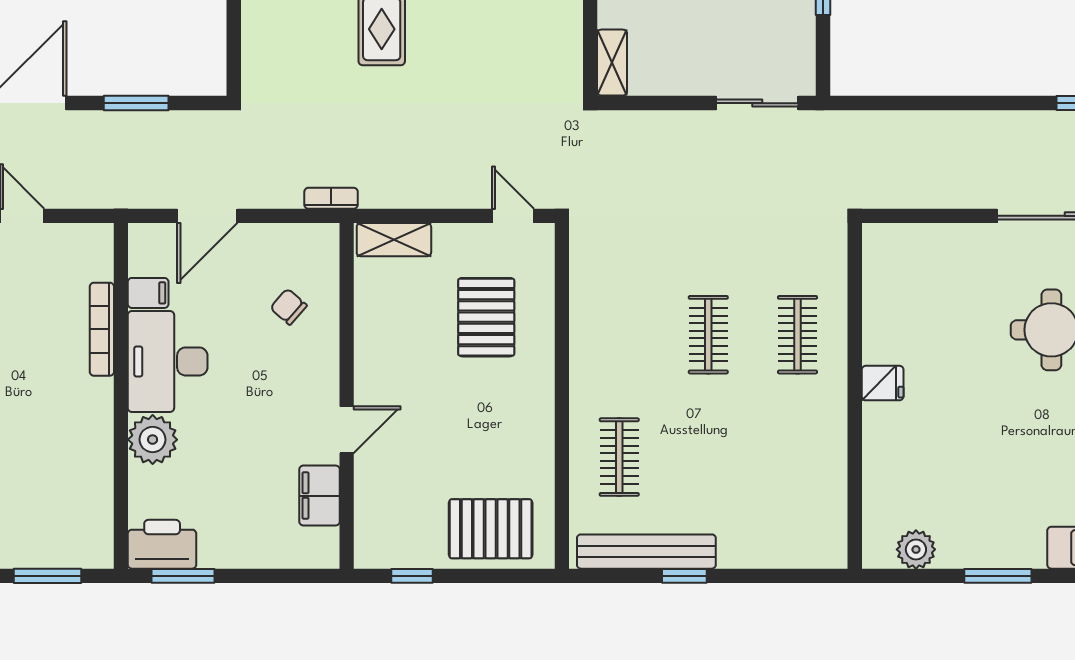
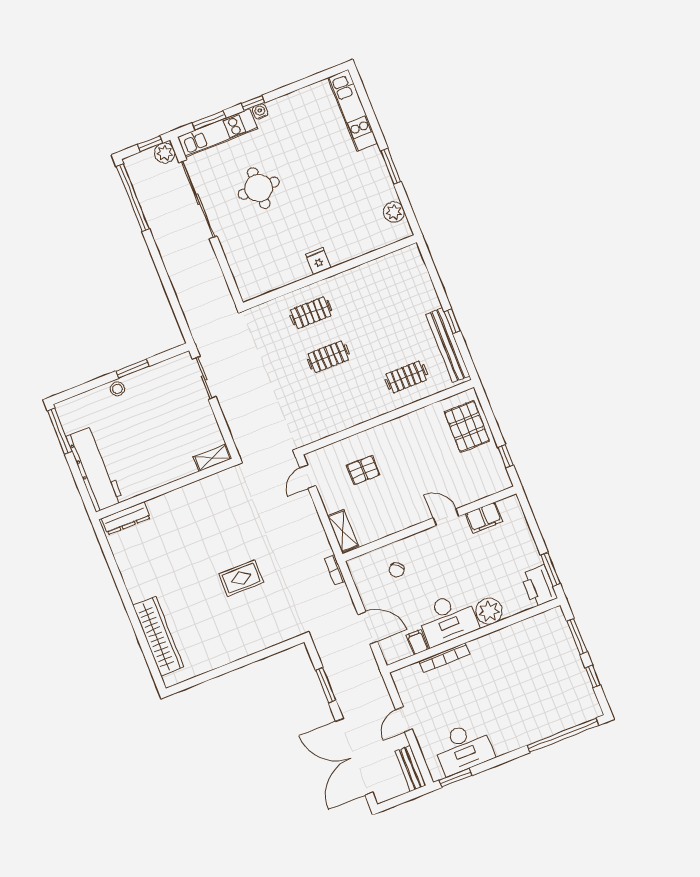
pallet: (486, 317) -> (363, 470), width x0.67, depth x0.71

